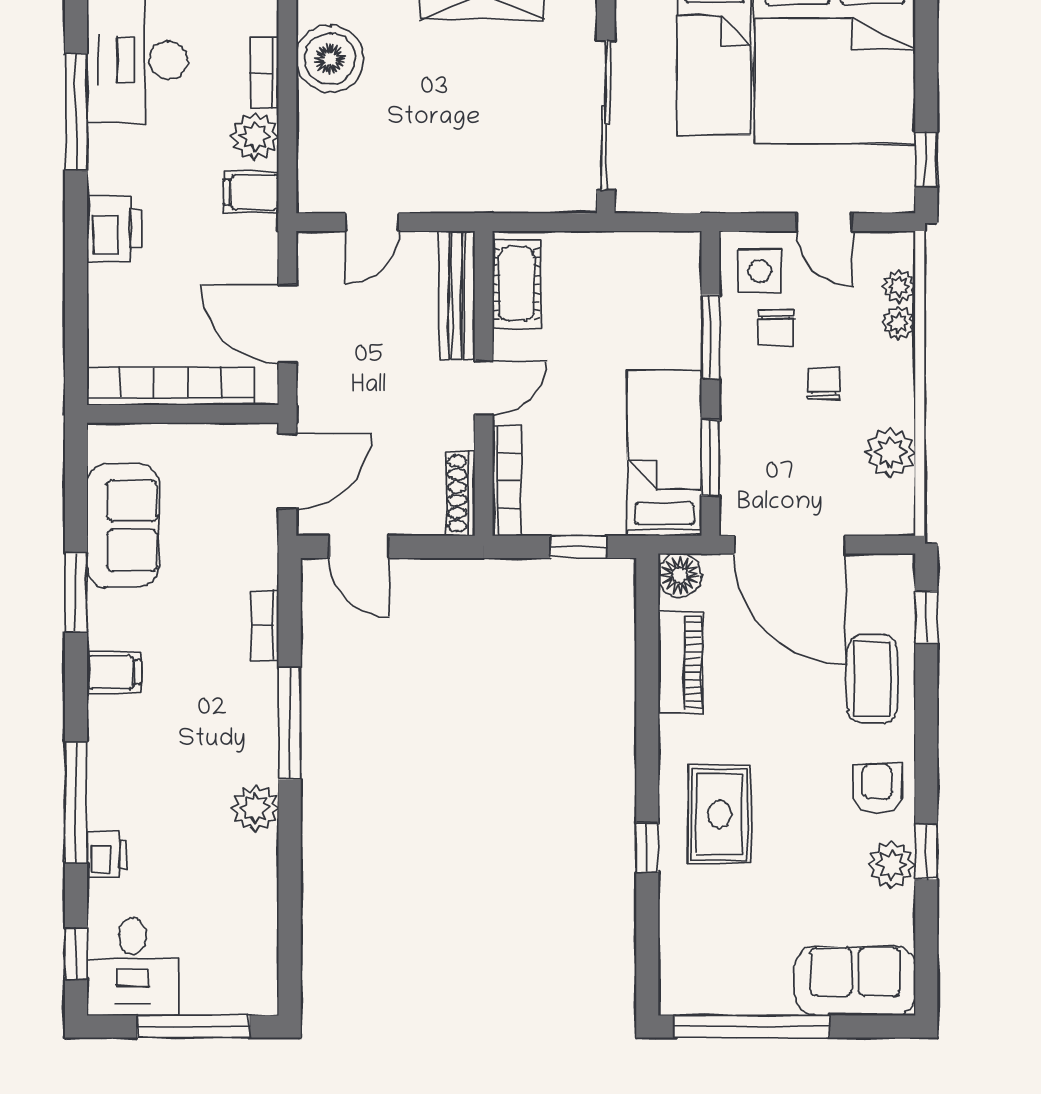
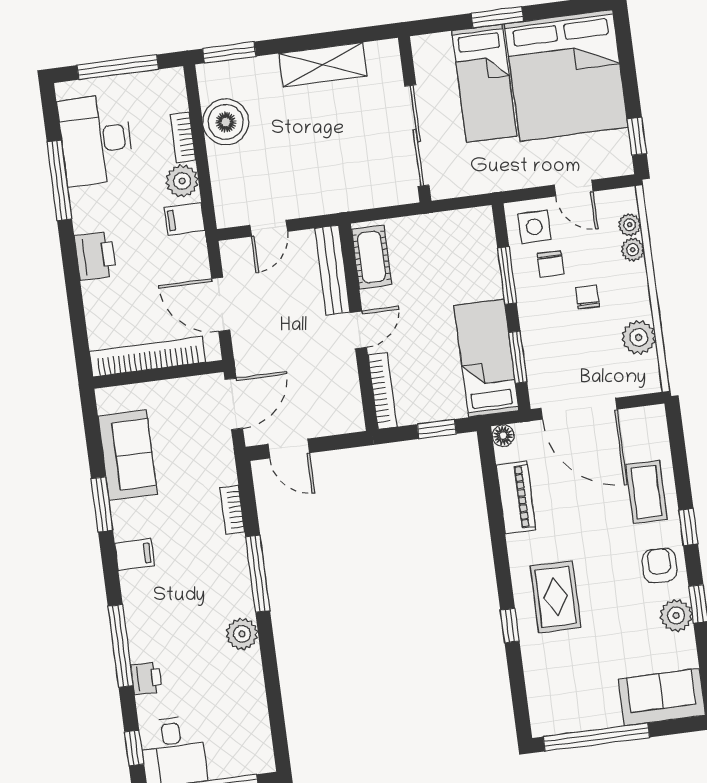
shoe rack: (461, 494) -> (353, 404), removed
floor lamp: (680, 575) -> (503, 436), width x0.73, depth x0.73
window: (926, 617) -> (688, 527), moved

